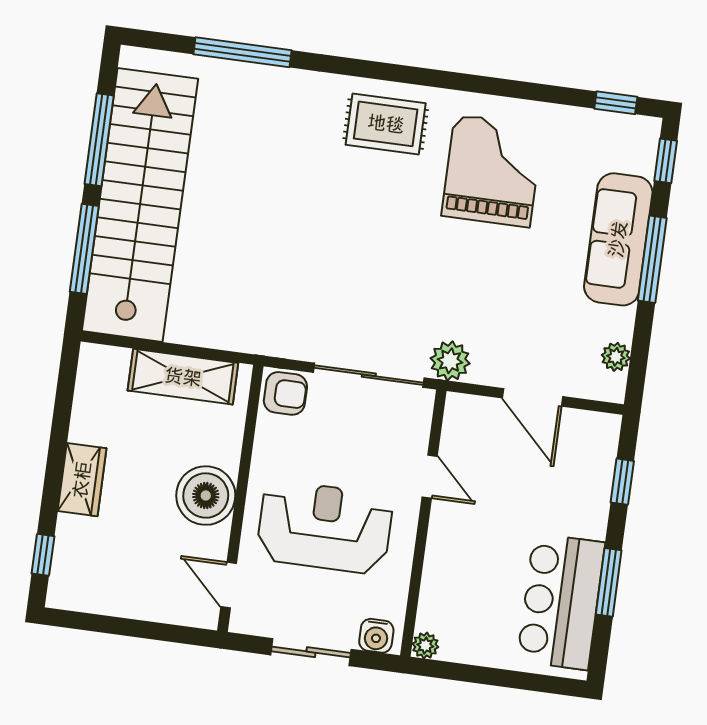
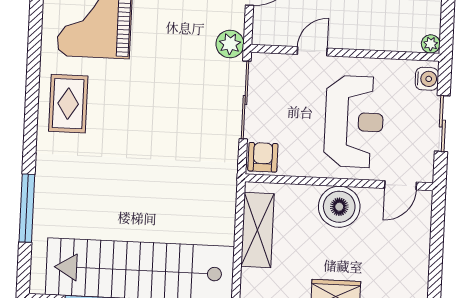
reception desk: (325, 527) -> (354, 122), turned 180

